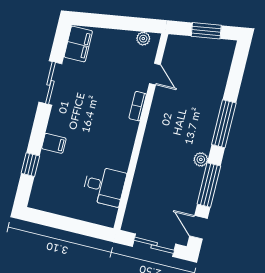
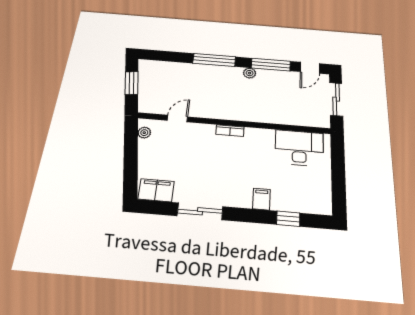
bookcase: (138, 106) -> (230, 131), moved
desk: (104, 186) -> (299, 148), width x1.37

